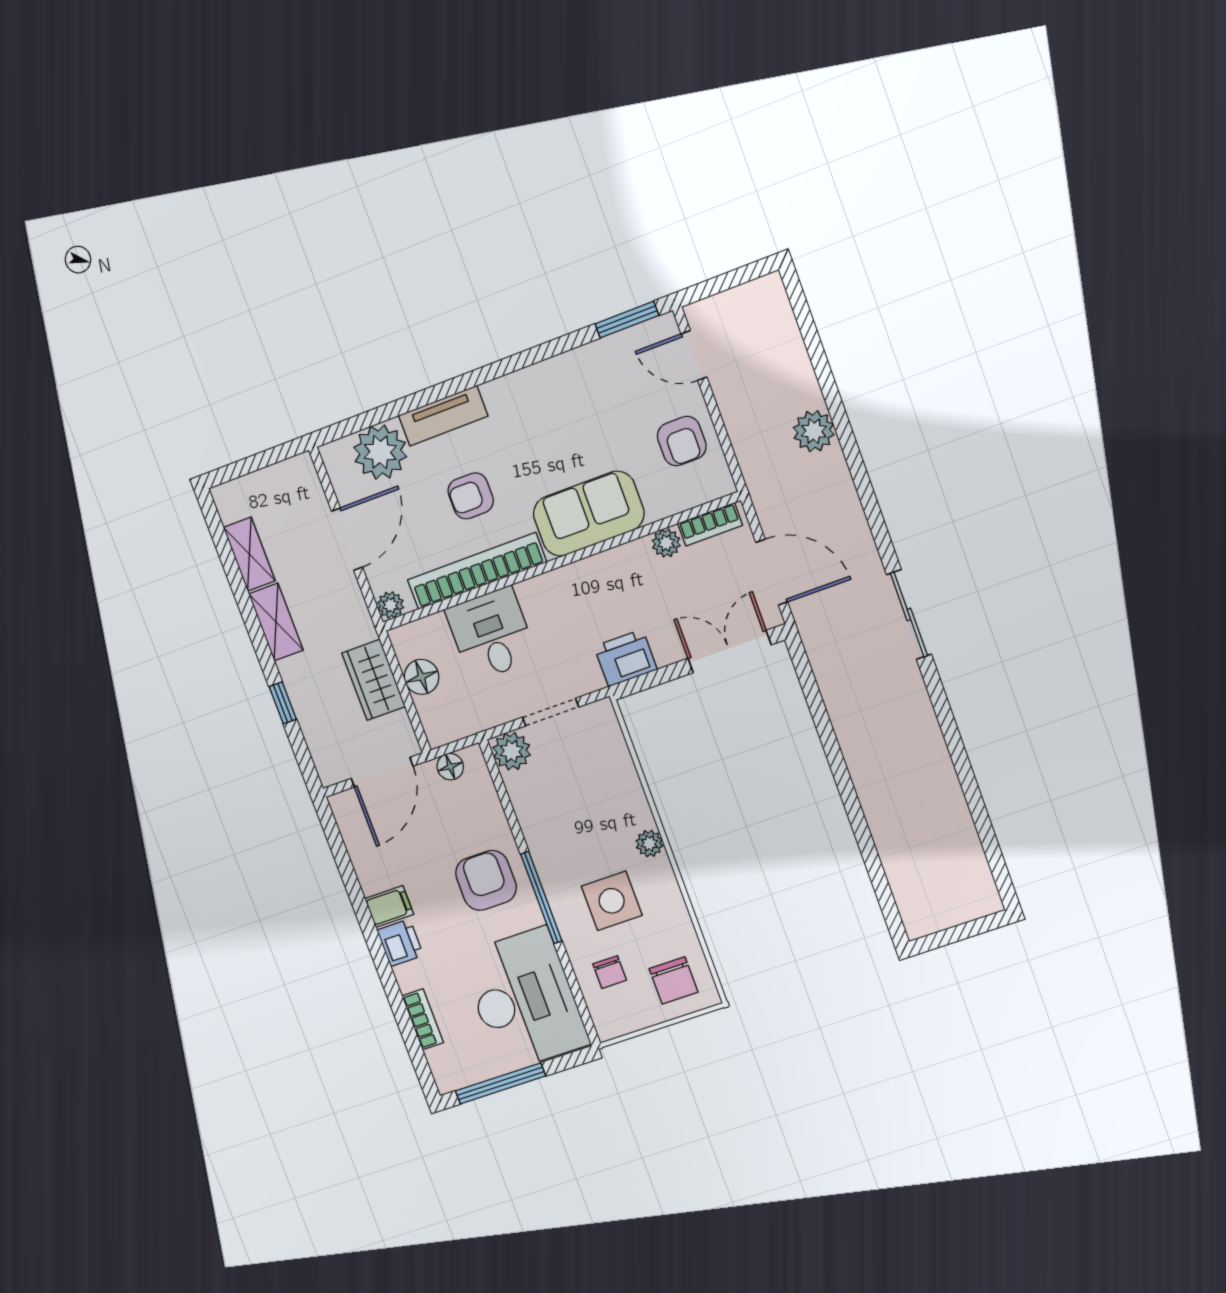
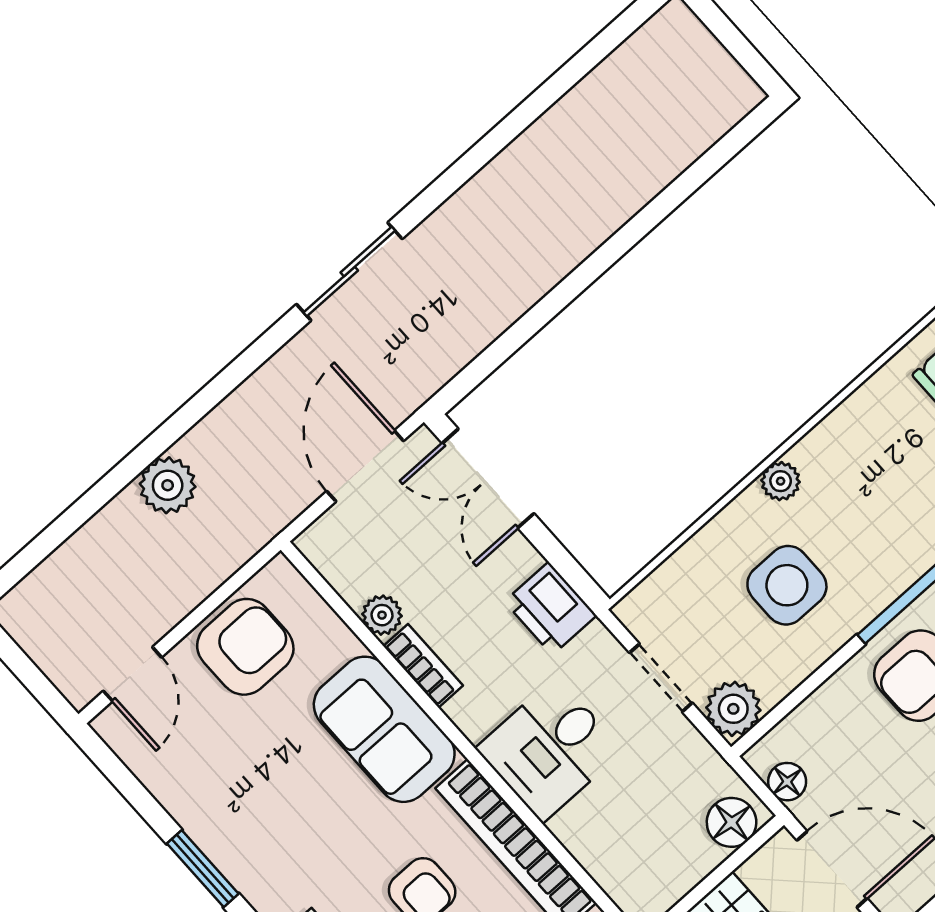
window: (627, 320) -> (203, 869), moved
armchair: (682, 441) -> (245, 647), width x1.38, depth x1.38
bookcase: (710, 524) -> (423, 666), moved
desk: (491, 634) -> (550, 749), moved
floor lamp: (422, 677) -> (732, 822), moved
side table: (612, 901) -> (787, 585), moved

